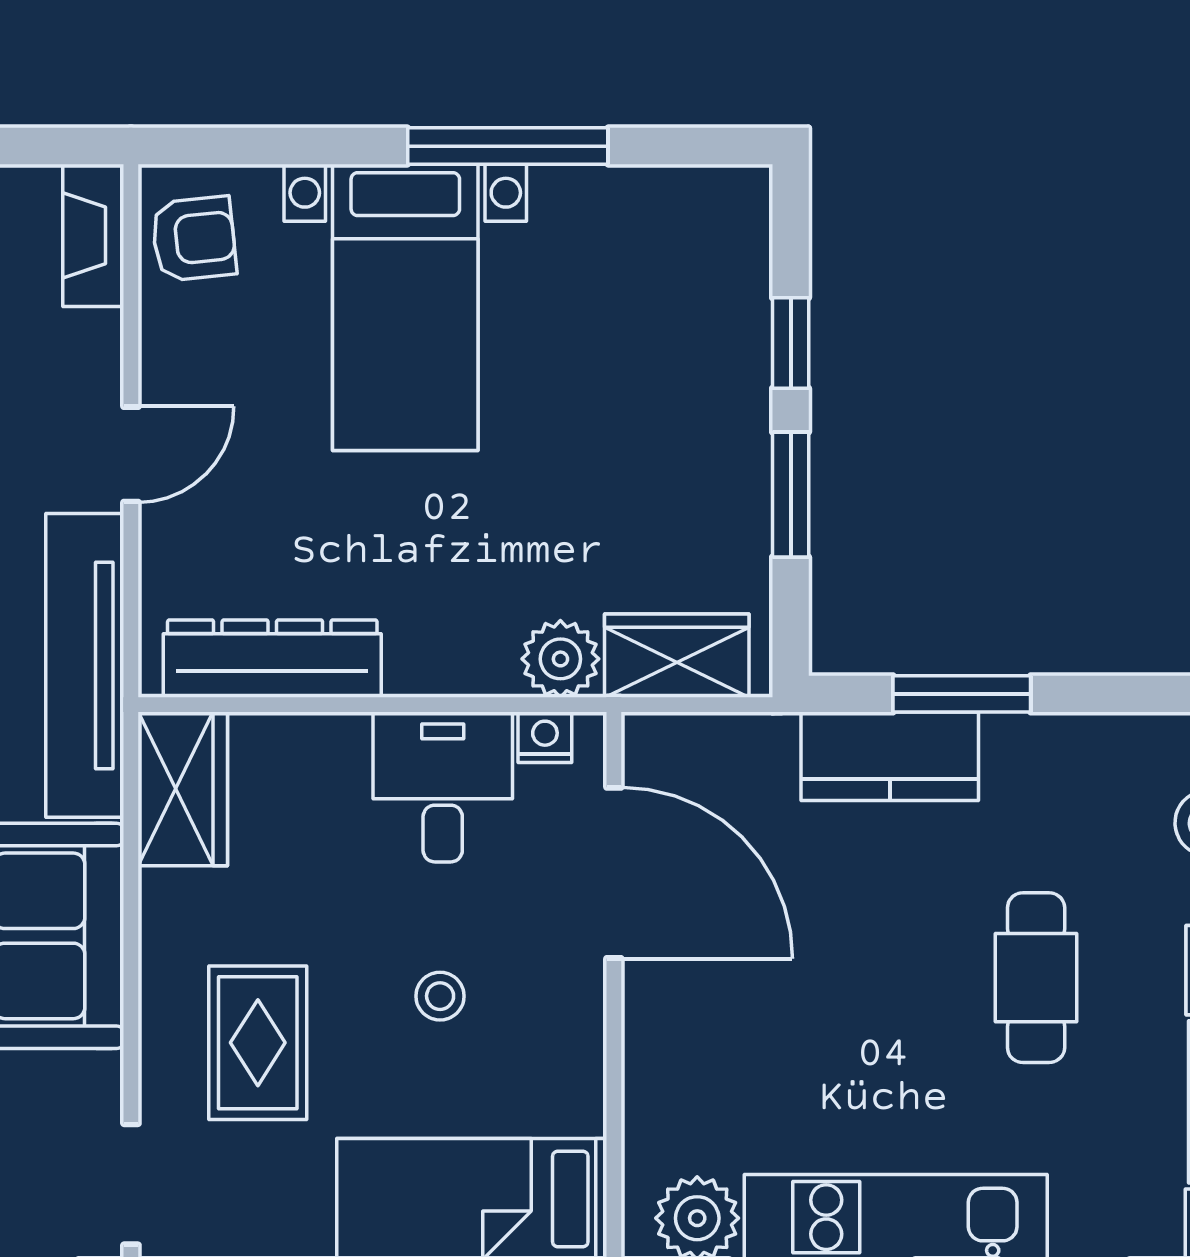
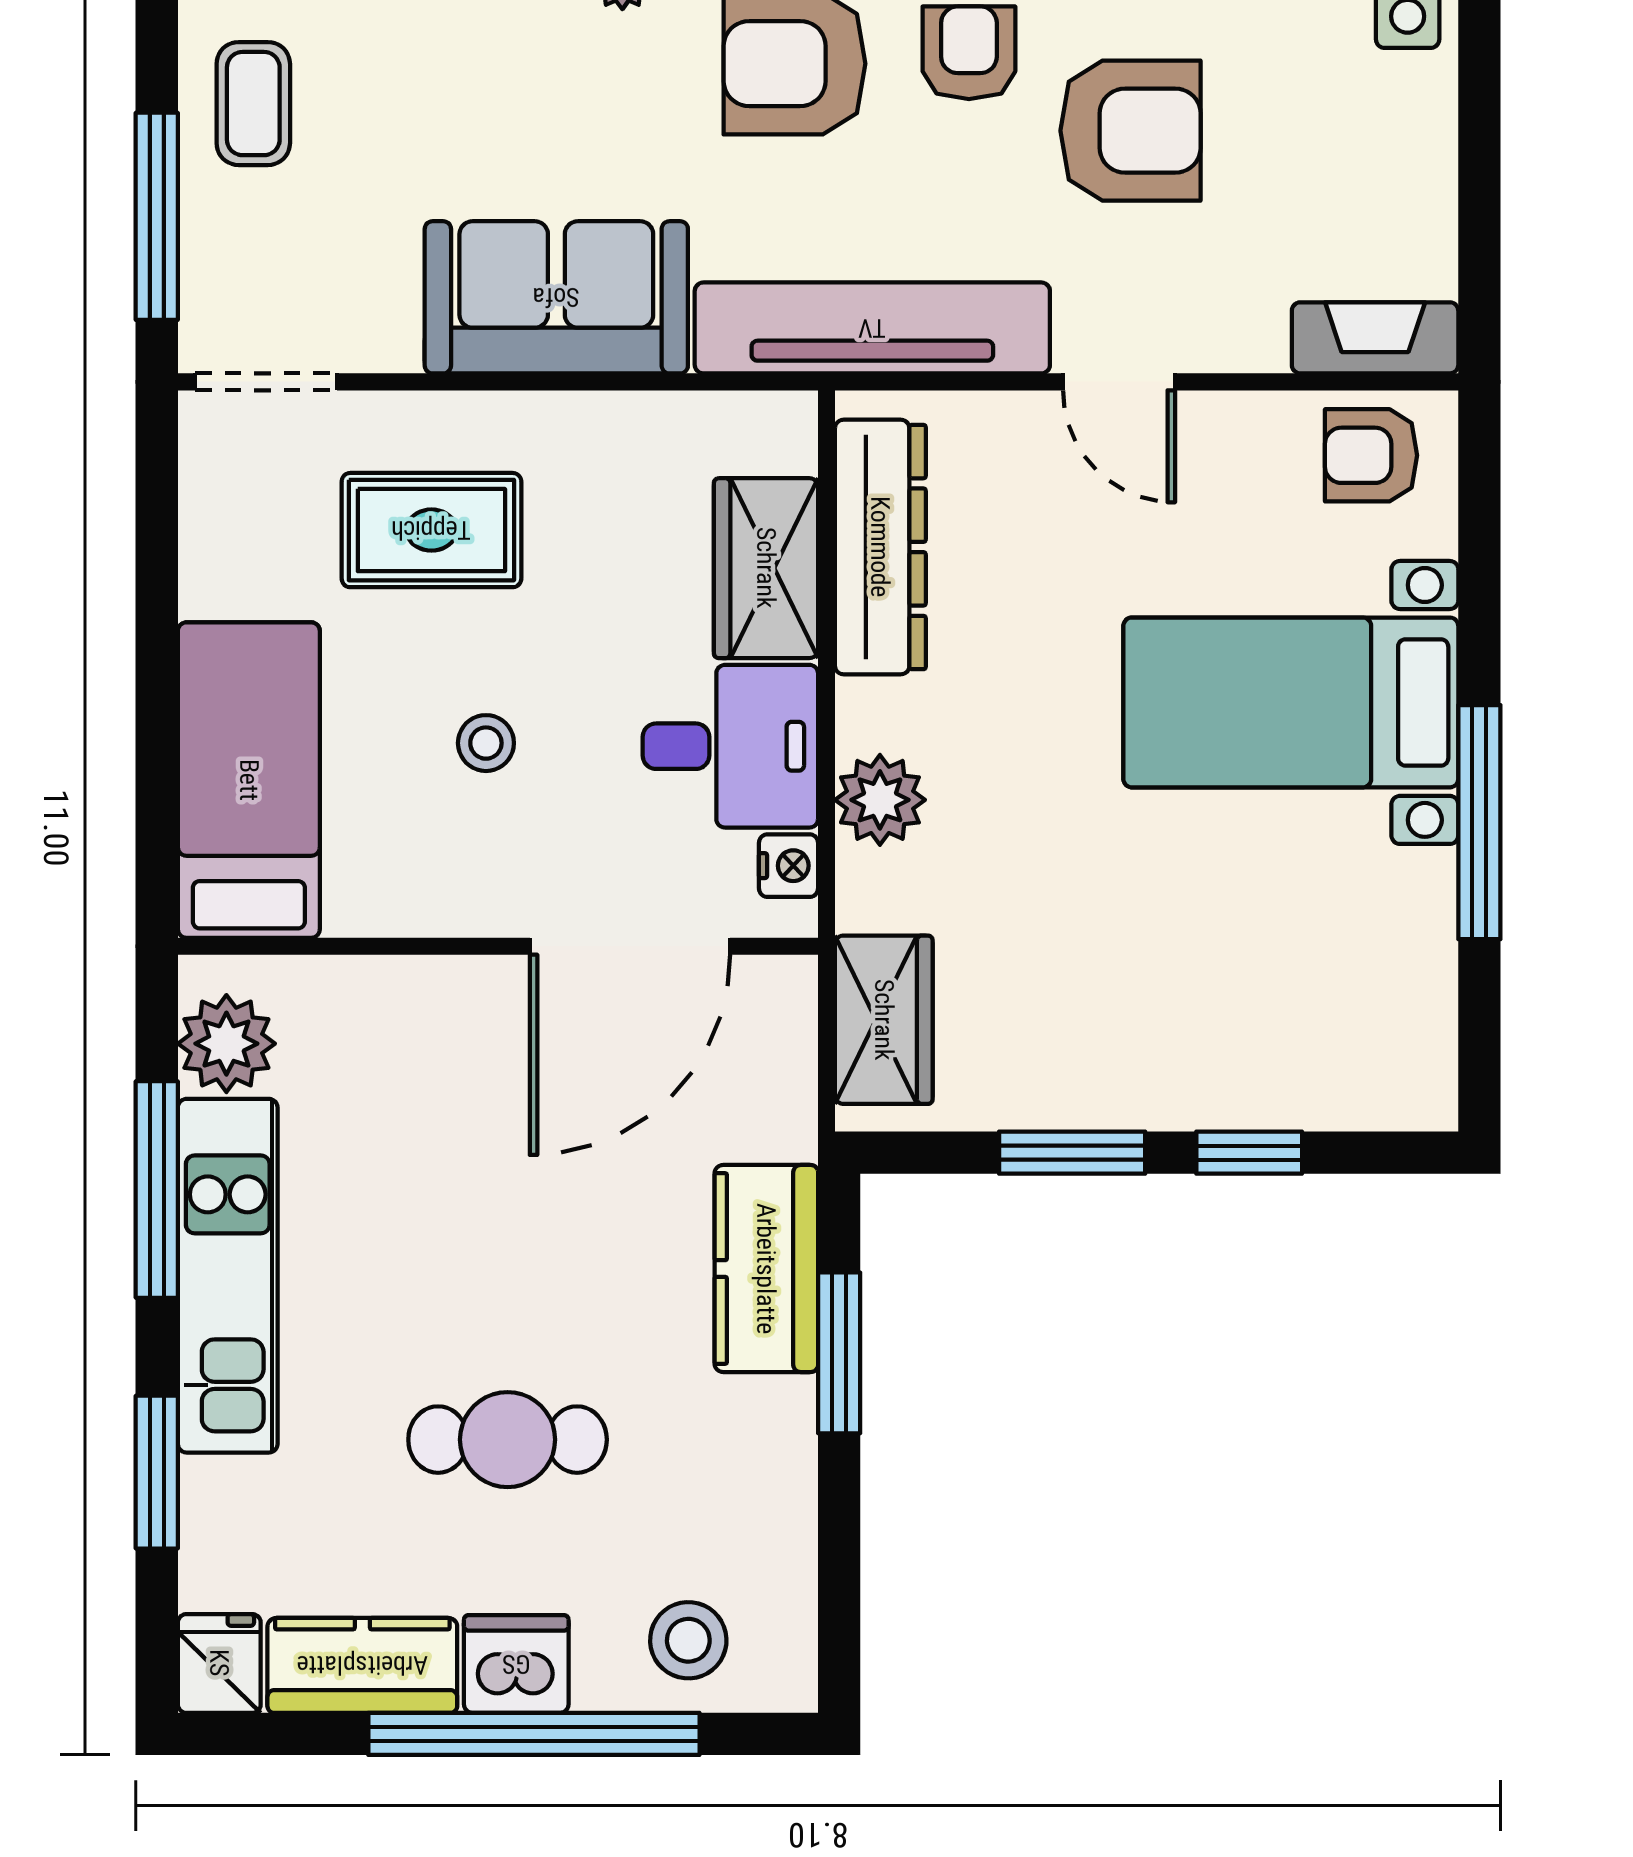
armchair: (194, 239) -> (1371, 455), turned 96
plant: (560, 659) -> (880, 800), moved
wardrobe: (183, 789) -> (766, 568), moved, turned 90

